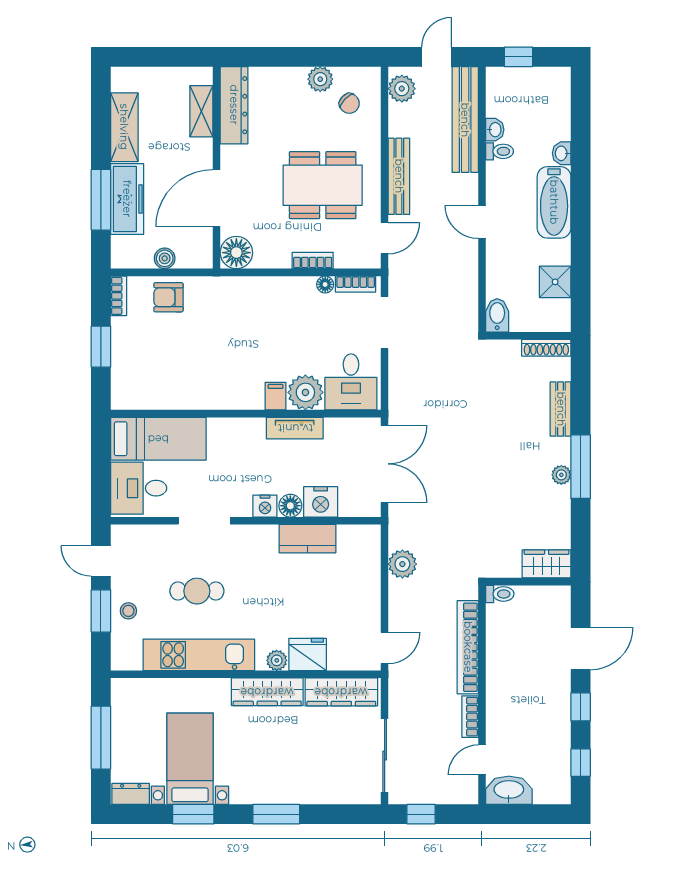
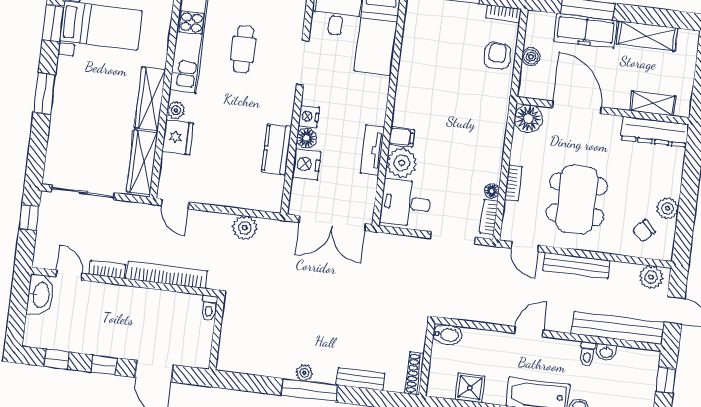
wardrobe: (547, 564) -> (230, 351), removed

